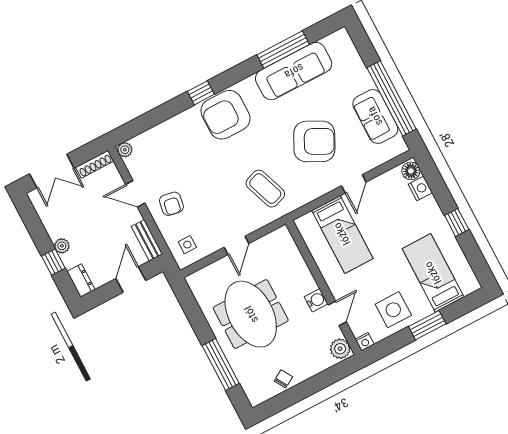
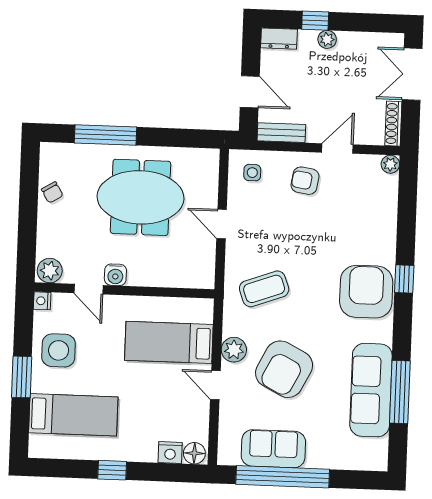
plant: (321, 185) -> (234, 350), added

